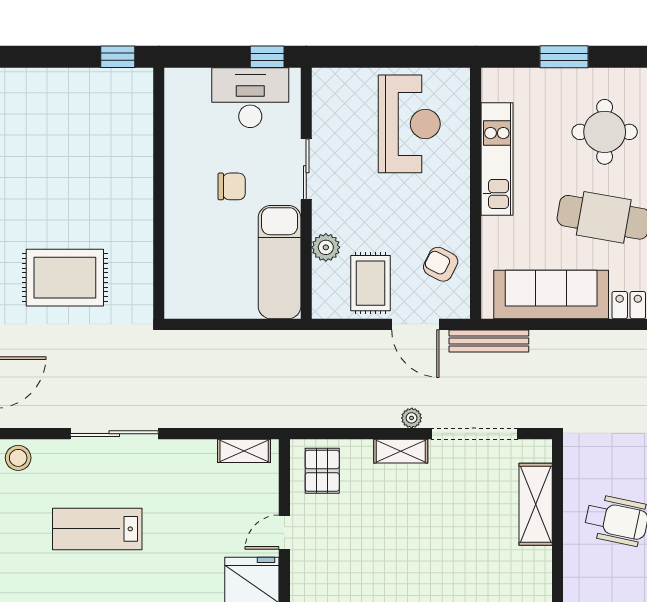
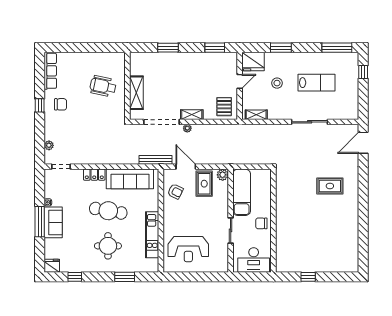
window: (267, 57) -> (247, 277), removed
reception desk: (409, 124) -> (188, 249), turned -90
wall: (159, 193) -> (273, 221), moved
plant: (326, 247) -> (223, 175), moved
rug: (65, 278) -> (330, 186), width x0.73, depth x0.70
stool: (18, 458) -> (277, 83), moved

